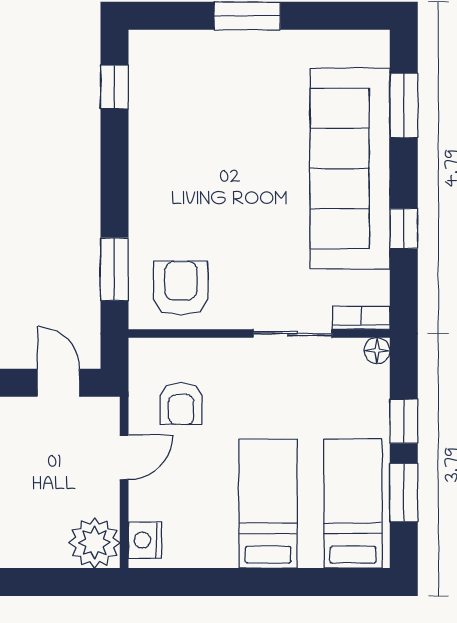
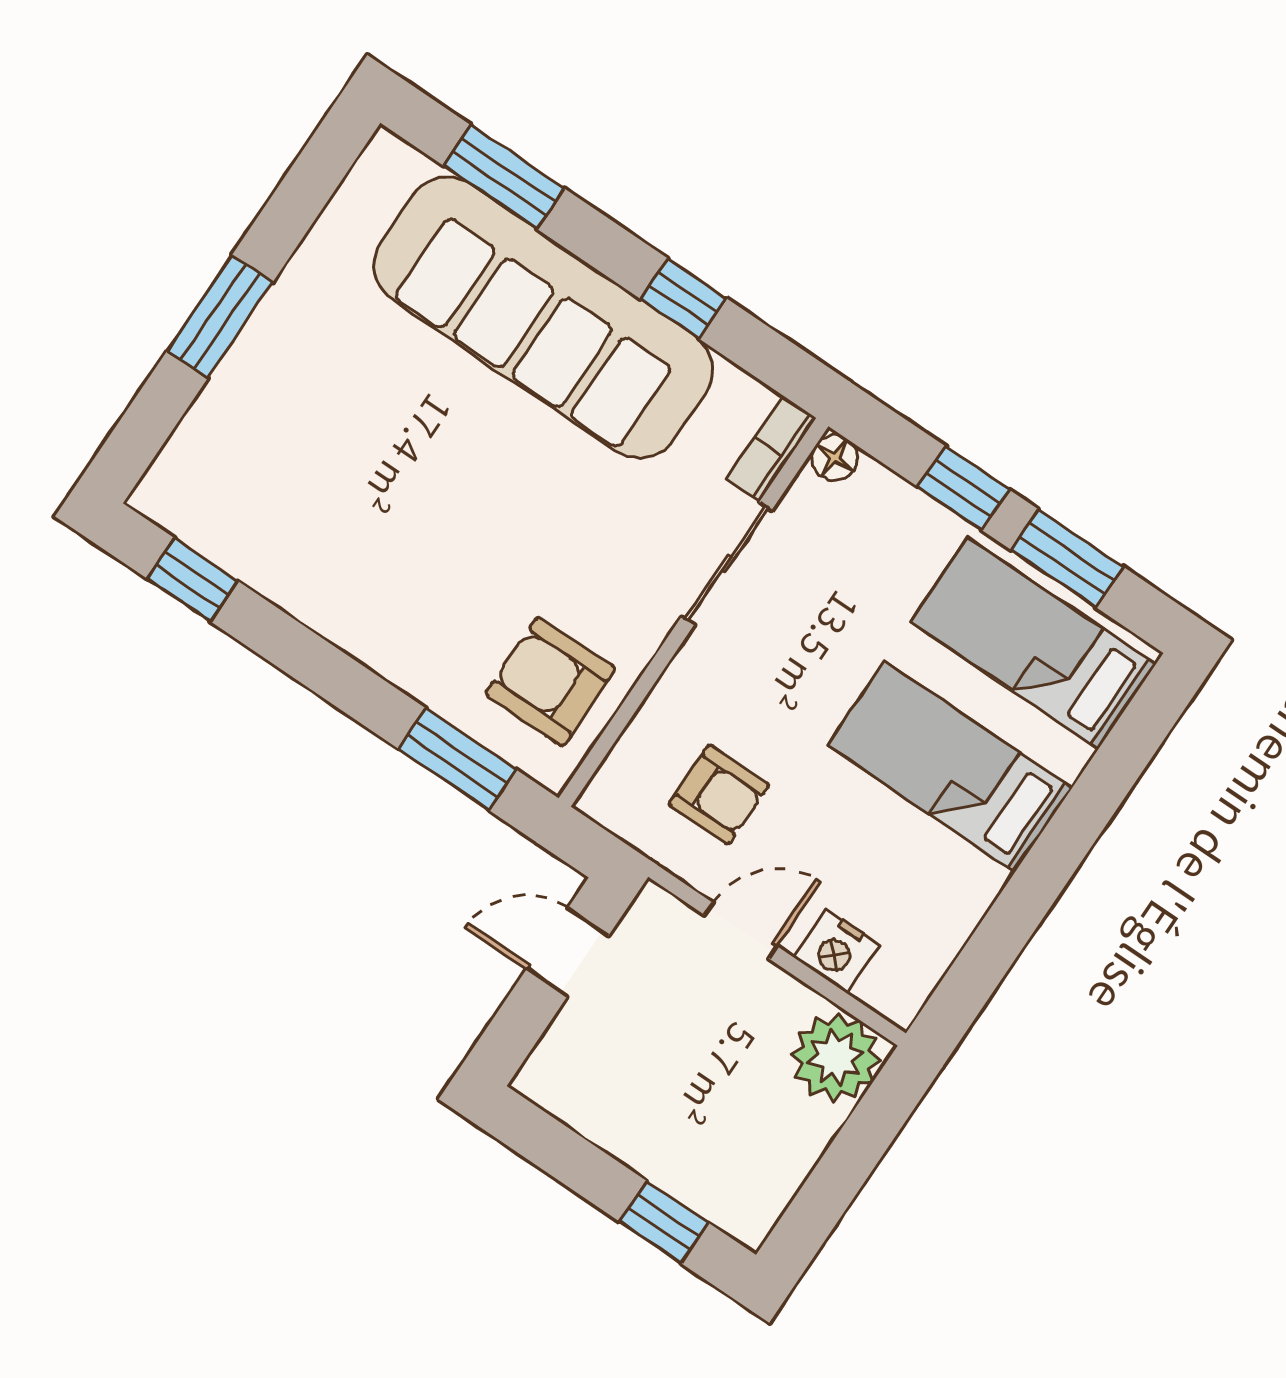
door: (124, 457) -> (741, 930), hinge flipped
nightstand: (145, 540) -> (837, 951), moved

